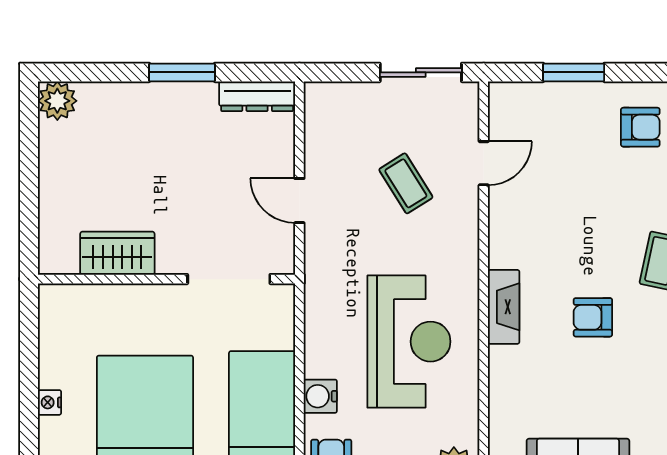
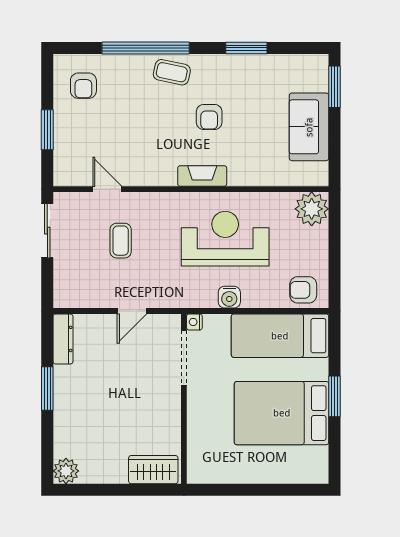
armchair: (640, 127) -> (83, 86), turned 180
coffee table: (406, 183) -> (121, 241), turned -58
wardrobe: (117, 253) -> (153, 470), moved, turned 90
water cooler: (320, 396) -> (229, 297), moved
nightstand: (50, 402) -> (194, 322), moved, turned 90

